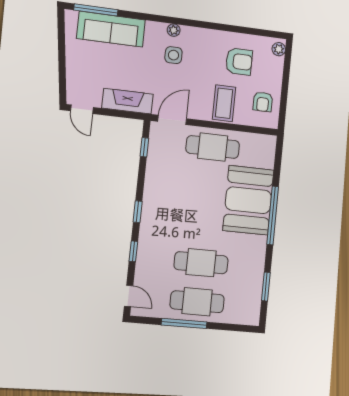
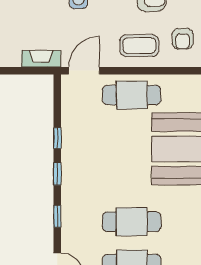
fireplace: (127, 101) -> (41, 59), width x0.73, depth x0.76
coffee table: (224, 103) -> (139, 46), turned 90
window: (144, 147) -> (57, 138), moved

